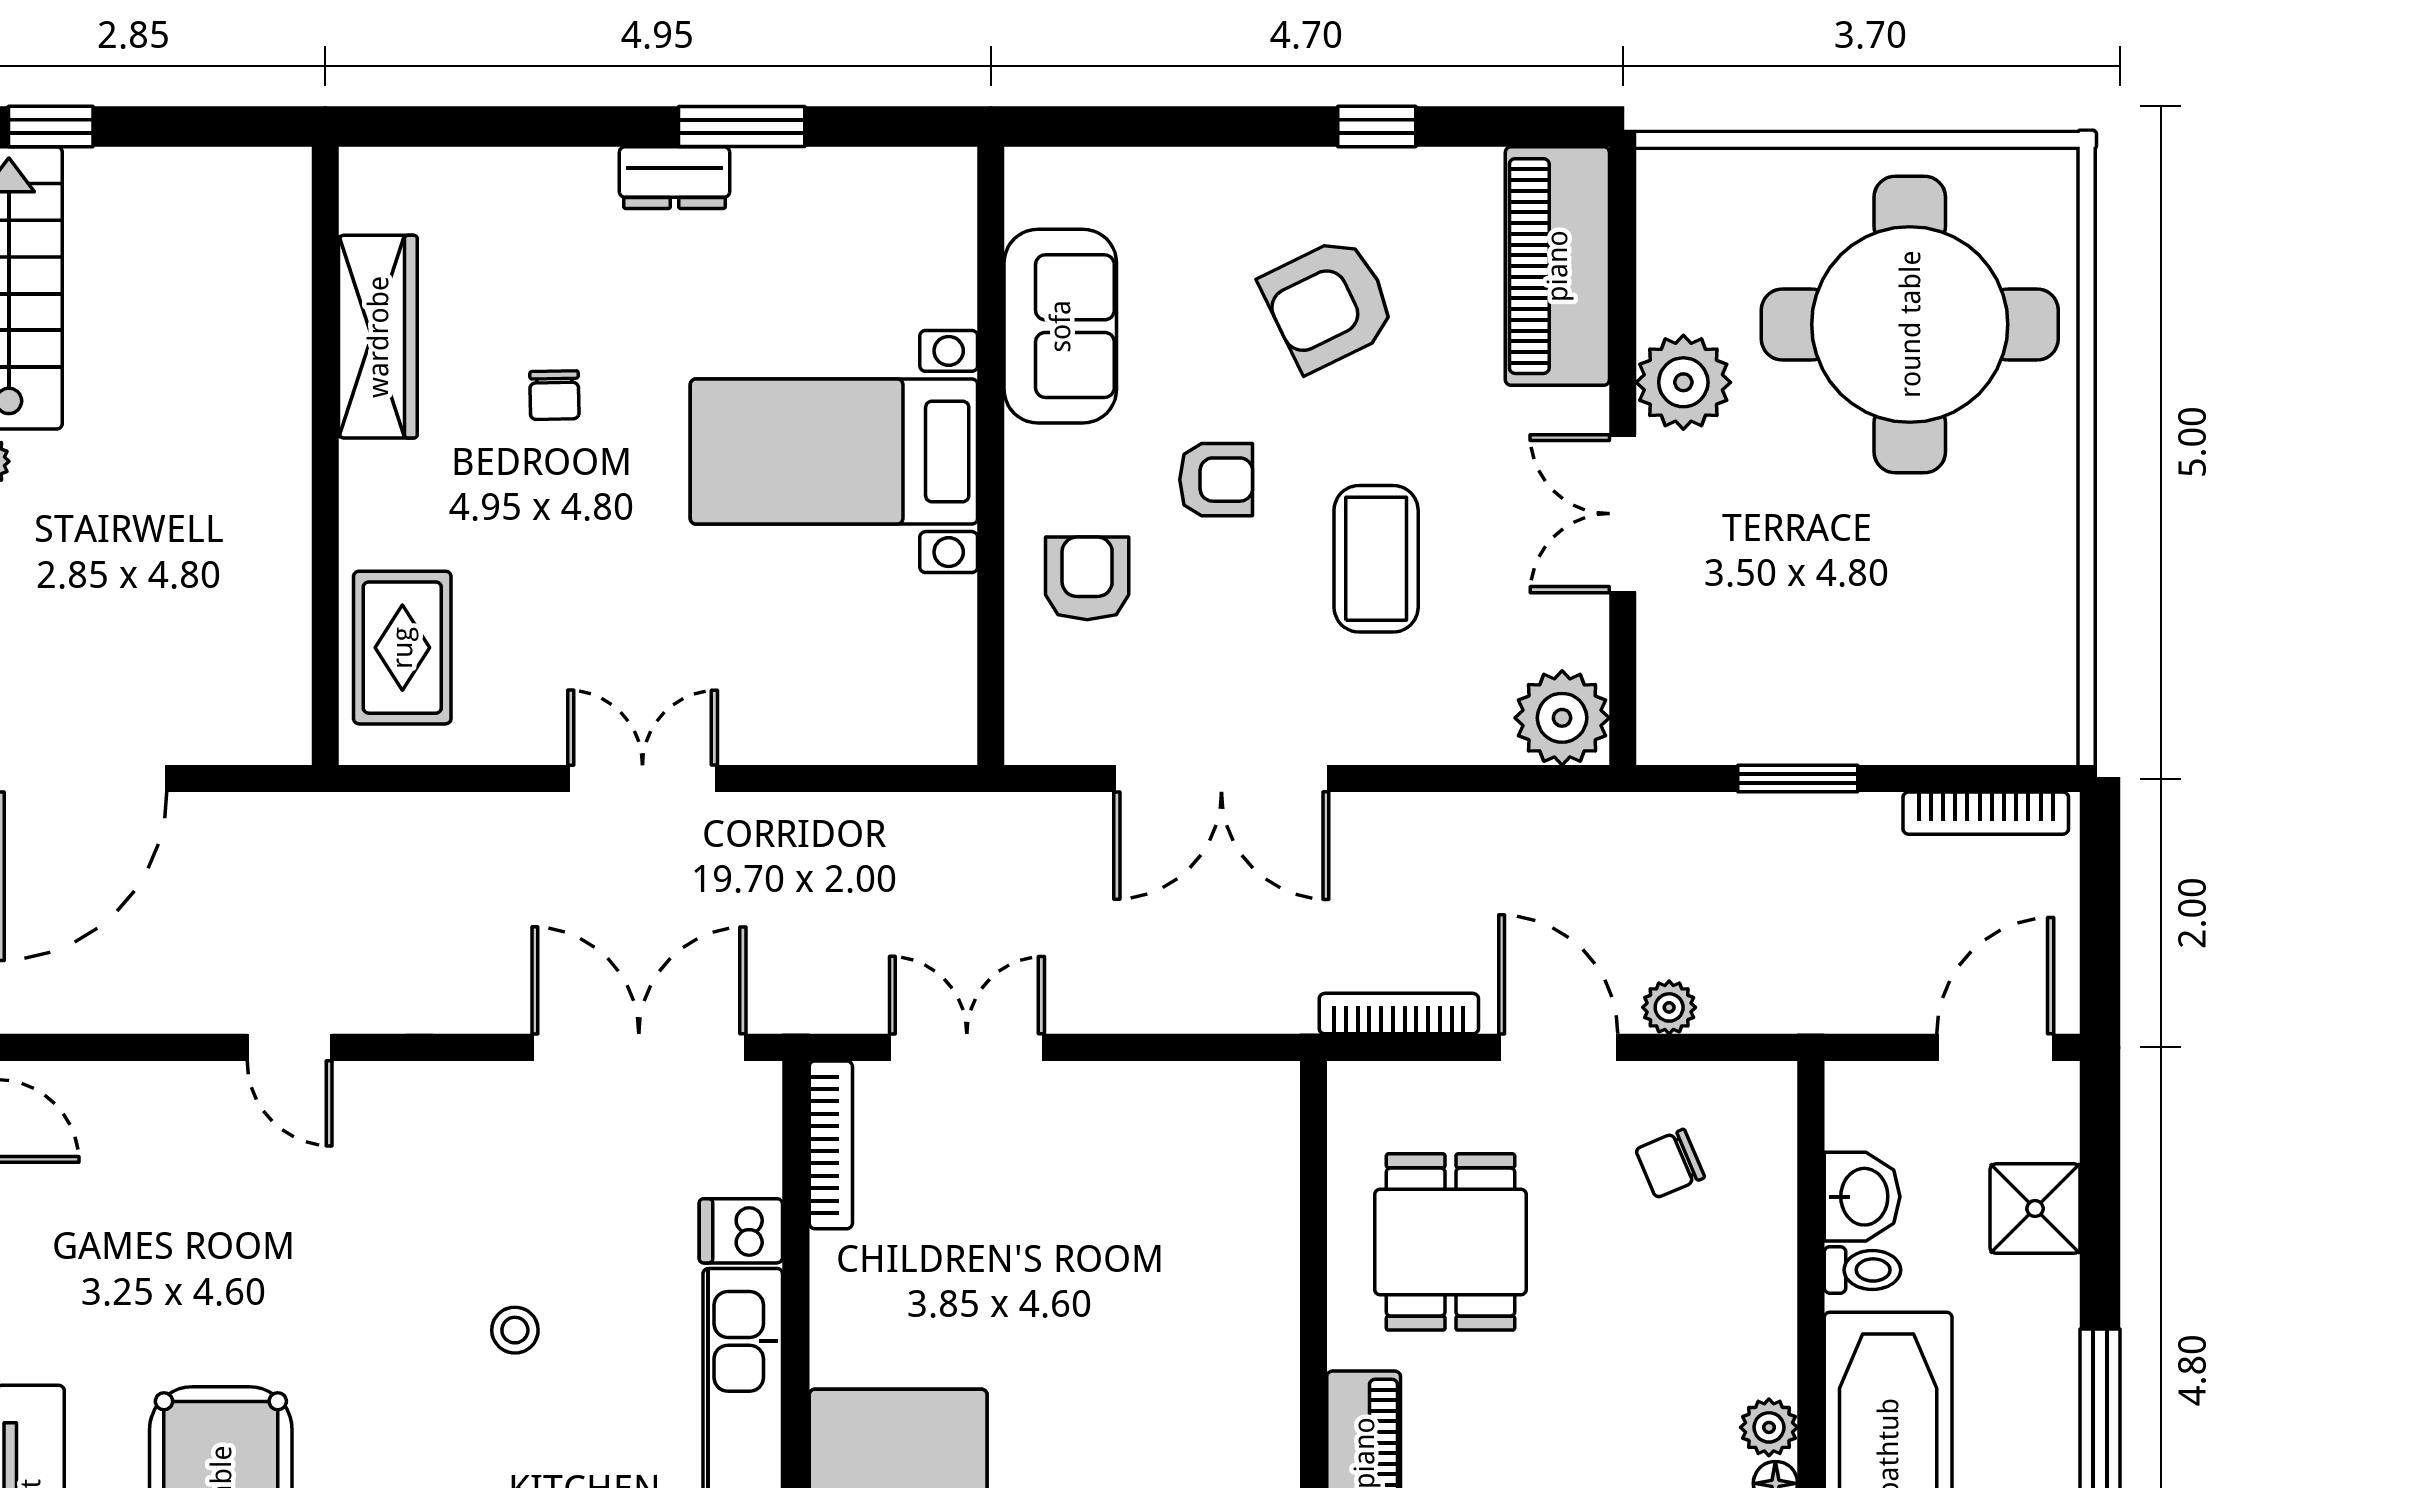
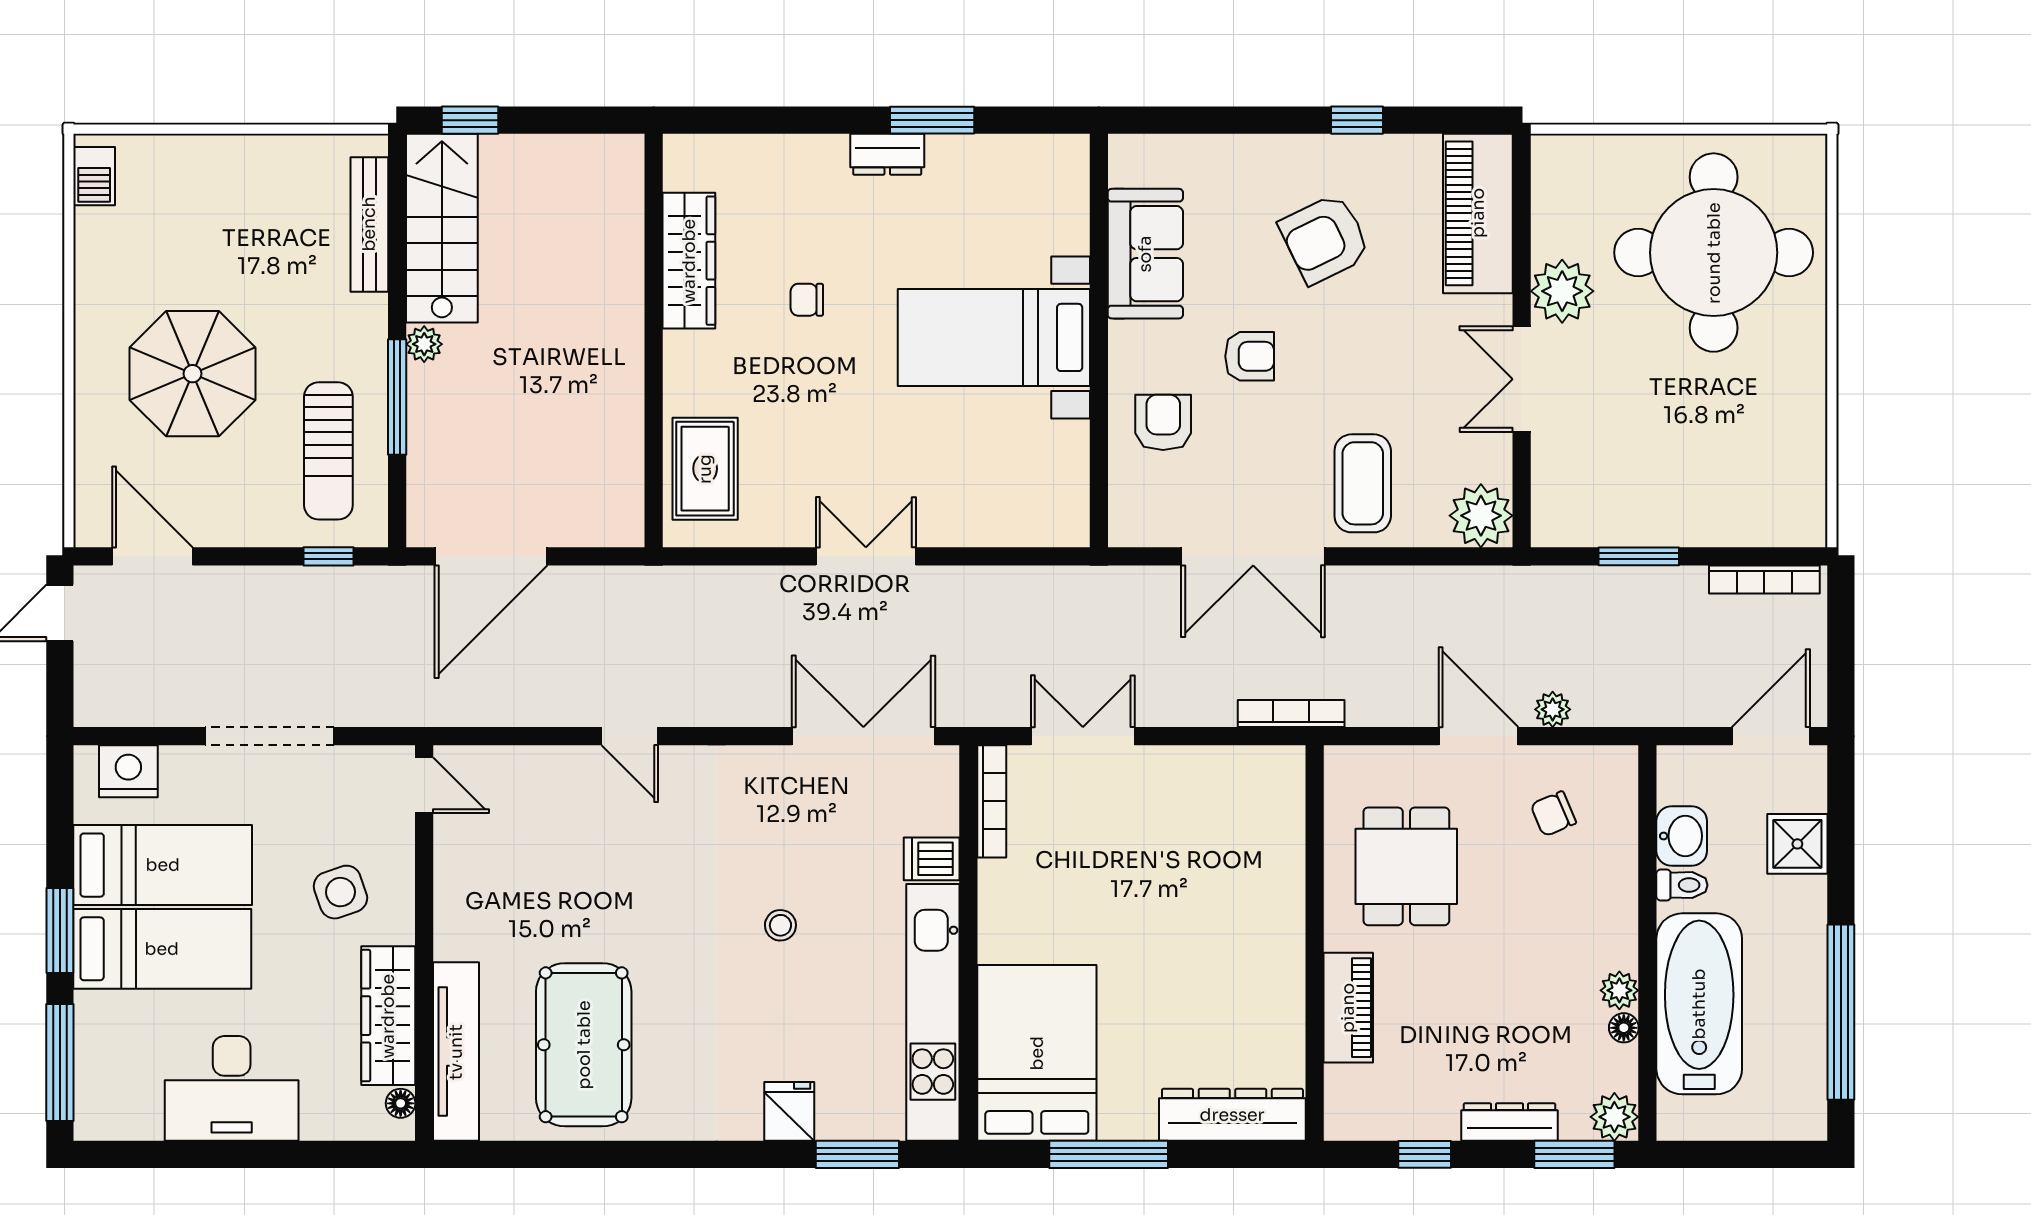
chair: (554, 395) -> (807, 300), turned 91
coffee table: (1376, 559) -> (1363, 483), moved
bookcase: (1399, 1014) -> (1291, 714), moved

